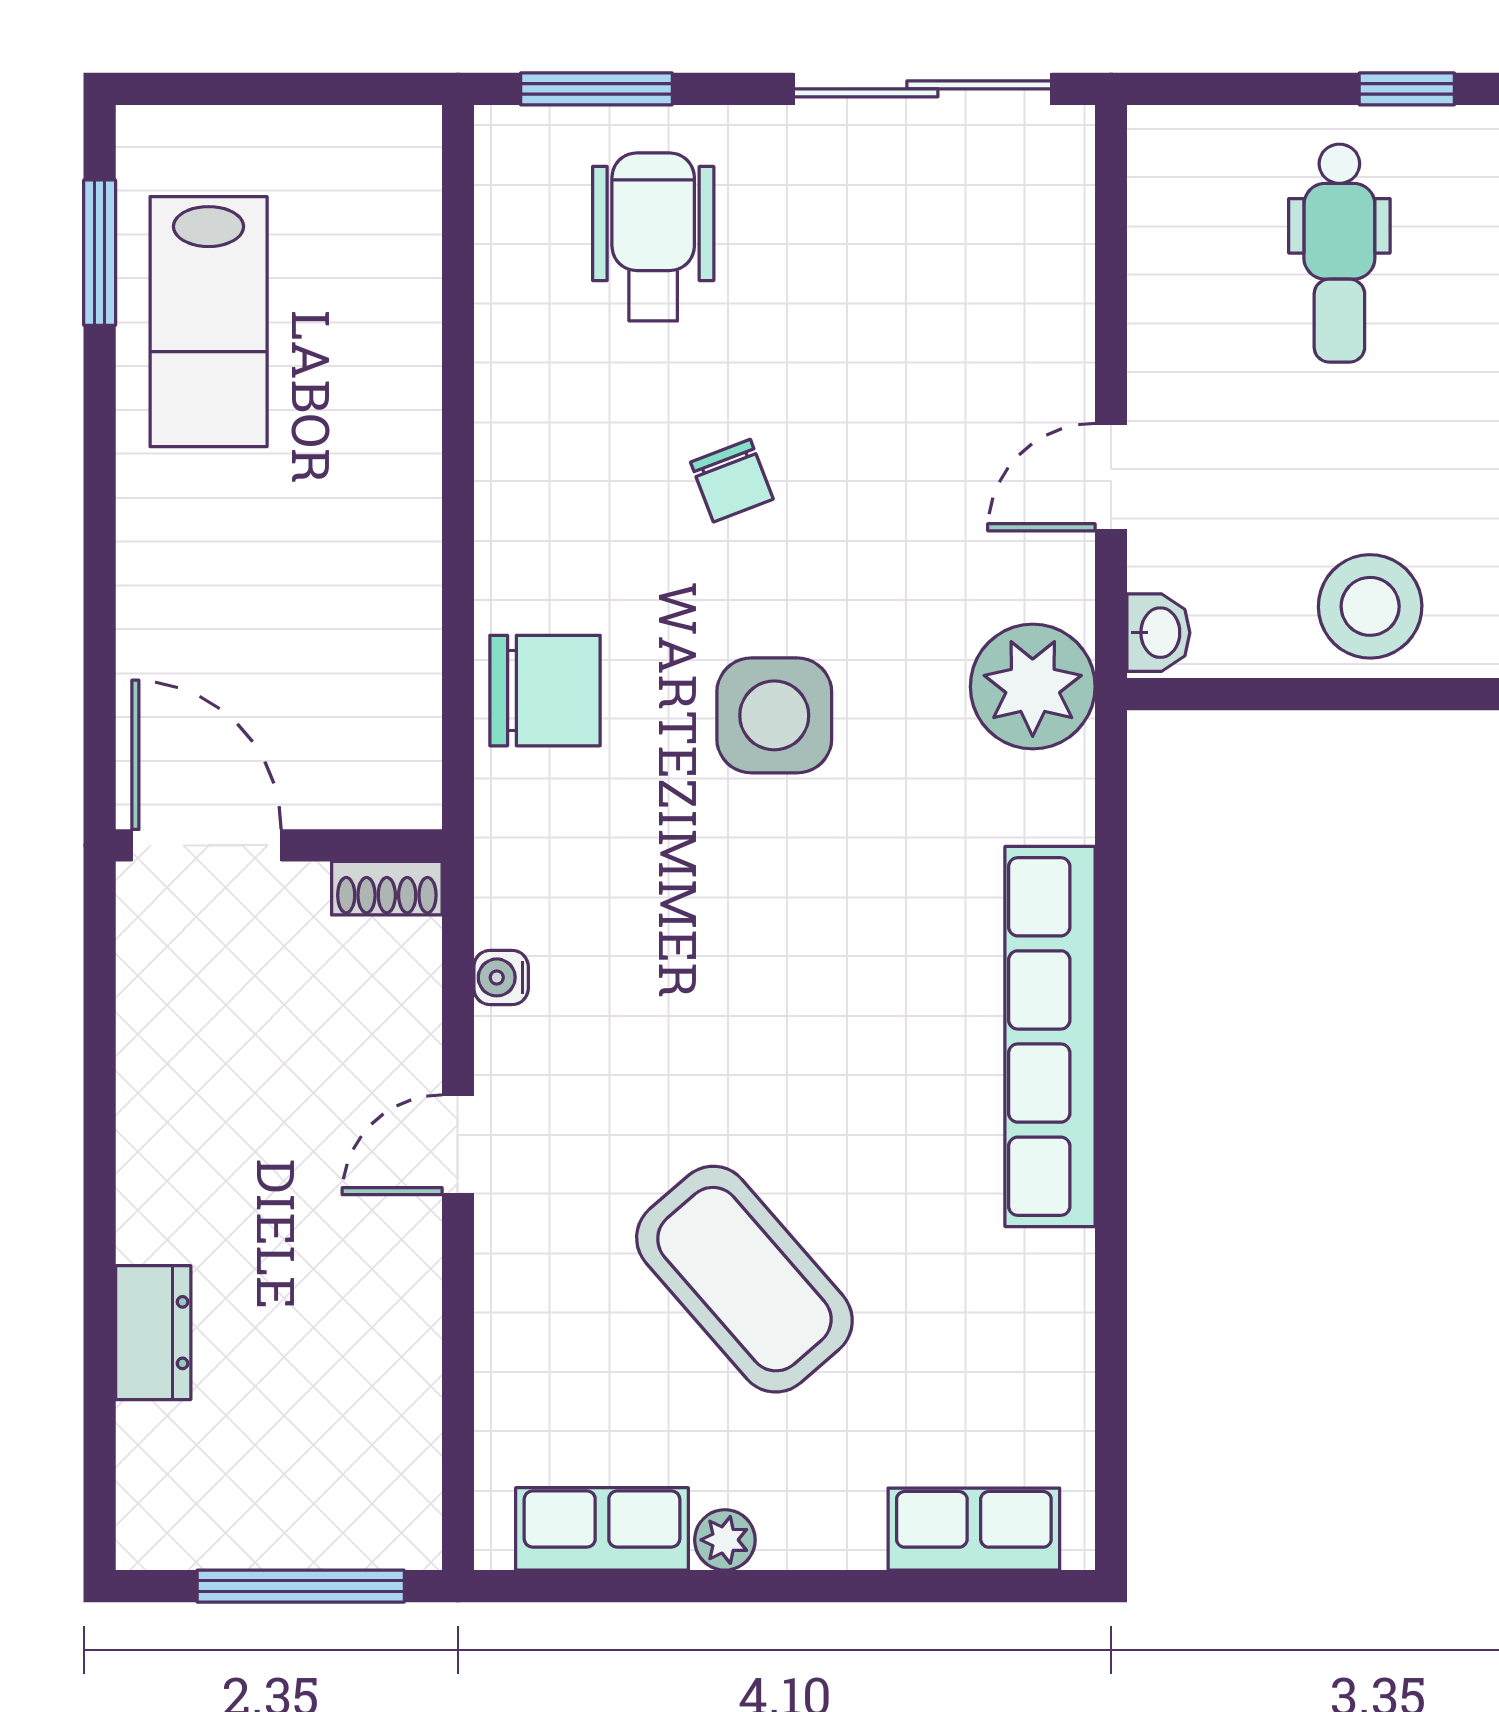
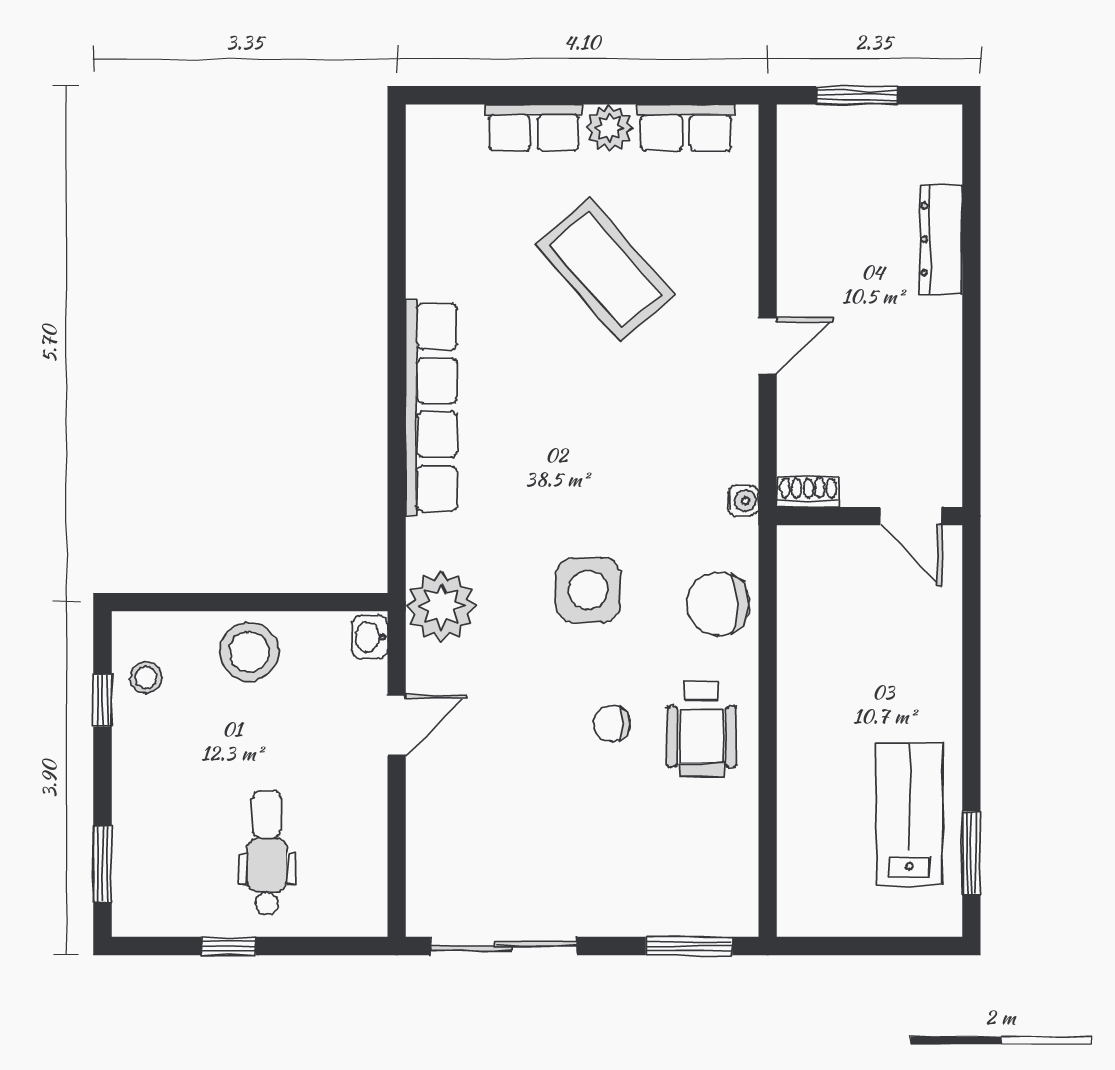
wheelchair: (653, 237) -> (702, 729), moved
chair: (732, 481) -> (612, 723), turned -69
door: (206, 845) -> (911, 516), width x0.73
water cooler: (501, 977) -> (743, 501), moved
dresser: (153, 1333) -> (941, 239), width x1.44
row of seats: (974, 1529) -> (534, 128), moved
plant: (725, 1540) -> (610, 128), width x1.38, depth x1.38
window: (301, 1586) -> (857, 95), width x0.69

